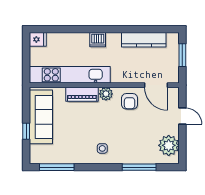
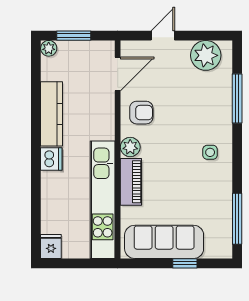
plant: (174, 38) -> (49, 48), added
kitchen counter: (144, 40) -> (51, 114), moved

